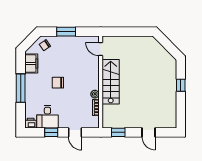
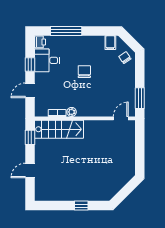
window: (66, 32) -> (140, 98), moved
filing cabinet: (31, 63) -> (110, 43), width x0.50
stairs: (111, 82) -> (59, 129), moved
window: (21, 88) -> (66, 31), moved

